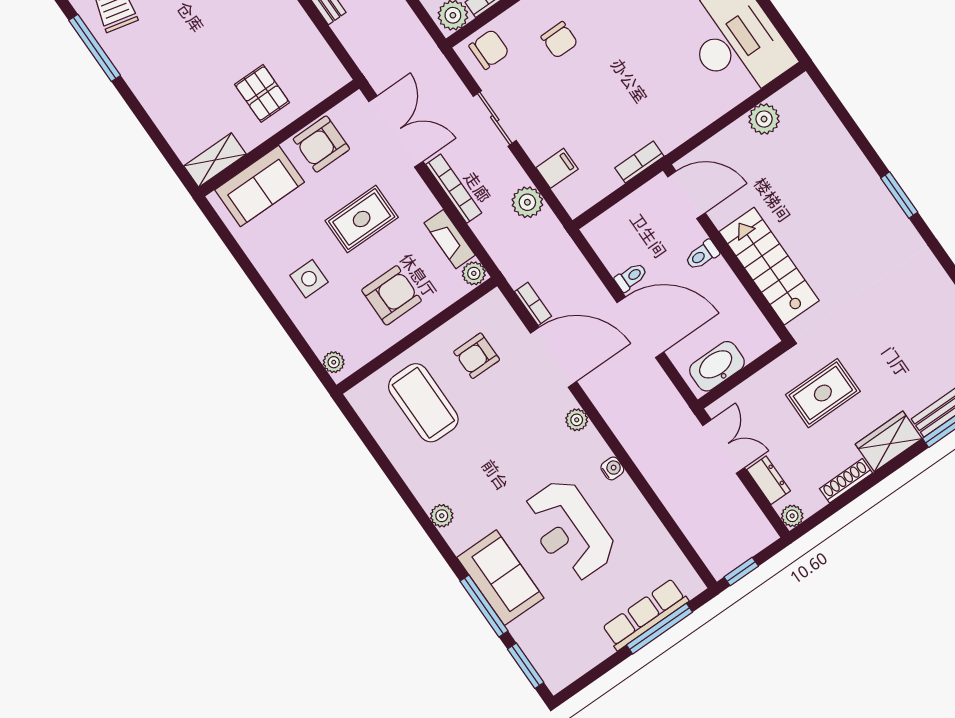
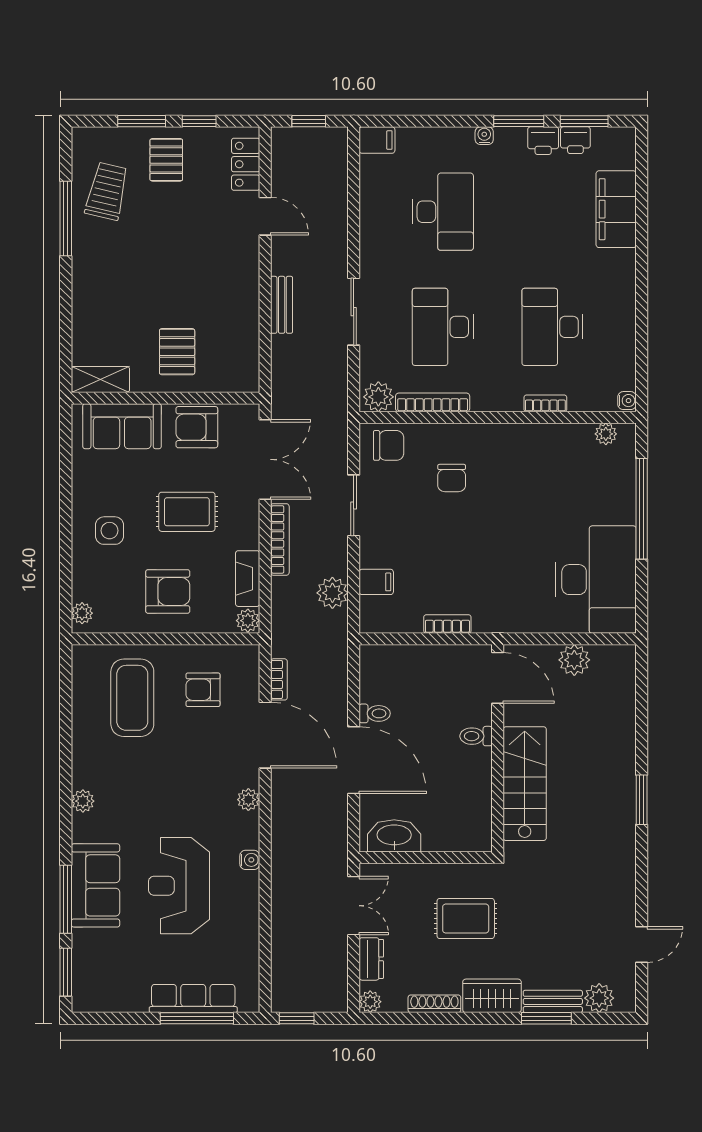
door: (686, 195) -> (498, 678), moved
wall: (727, 253) -> (498, 748), moved
toilet: (702, 255) -> (476, 736), moved
stairs: (769, 266) -> (525, 784), moved

